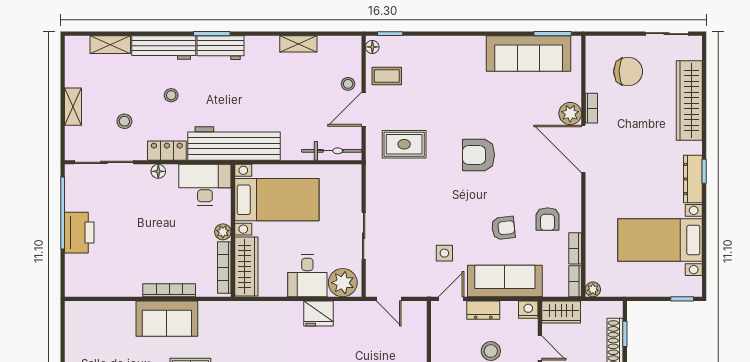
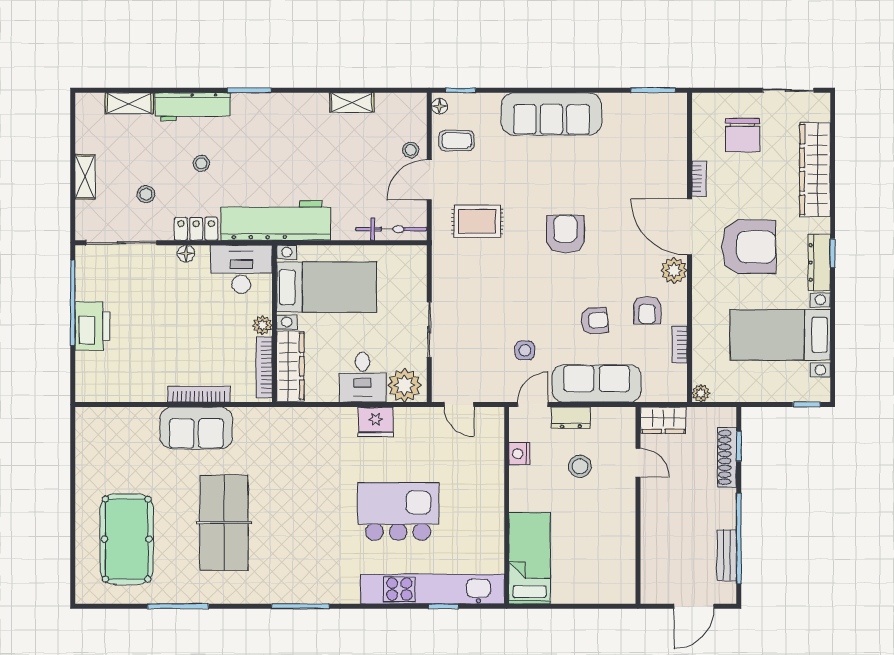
workbench: (221, 48) -> (260, 107), removed
sofa: (529, 53) -> (551, 114), moved
chair: (628, 71) -> (743, 135), turned 90
plant: (570, 113) -> (674, 270), moved
armchair: (478, 155) -> (565, 234), turned 90
armchair: (633, 166) -> (749, 247), added
bookcase: (575, 281) -> (680, 384), removed
nightstand: (528, 310) -> (519, 454), moved, turned -90

